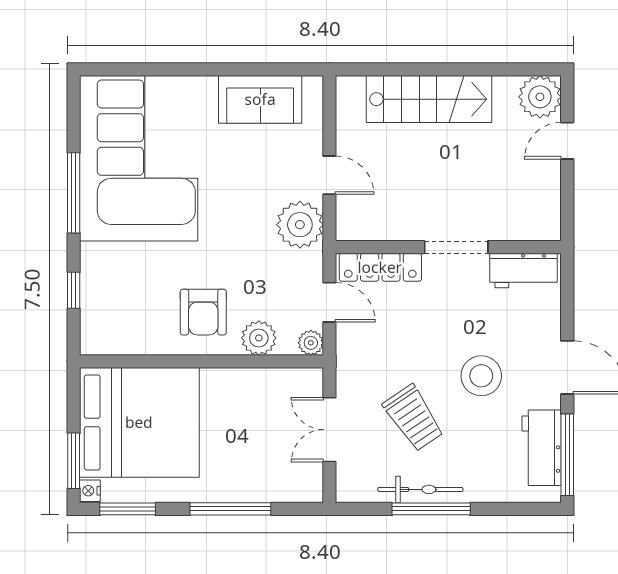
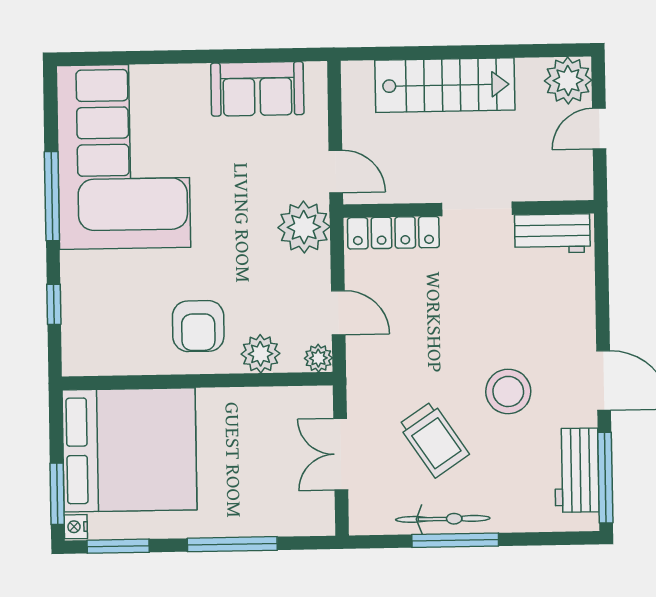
wall: (448, 247) -> (469, 209), moved
doorway: (456, 247) -> (477, 209), moved
locker: (380, 267) -> (393, 233), moved
workbench: (523, 270) -> (552, 234), moved

